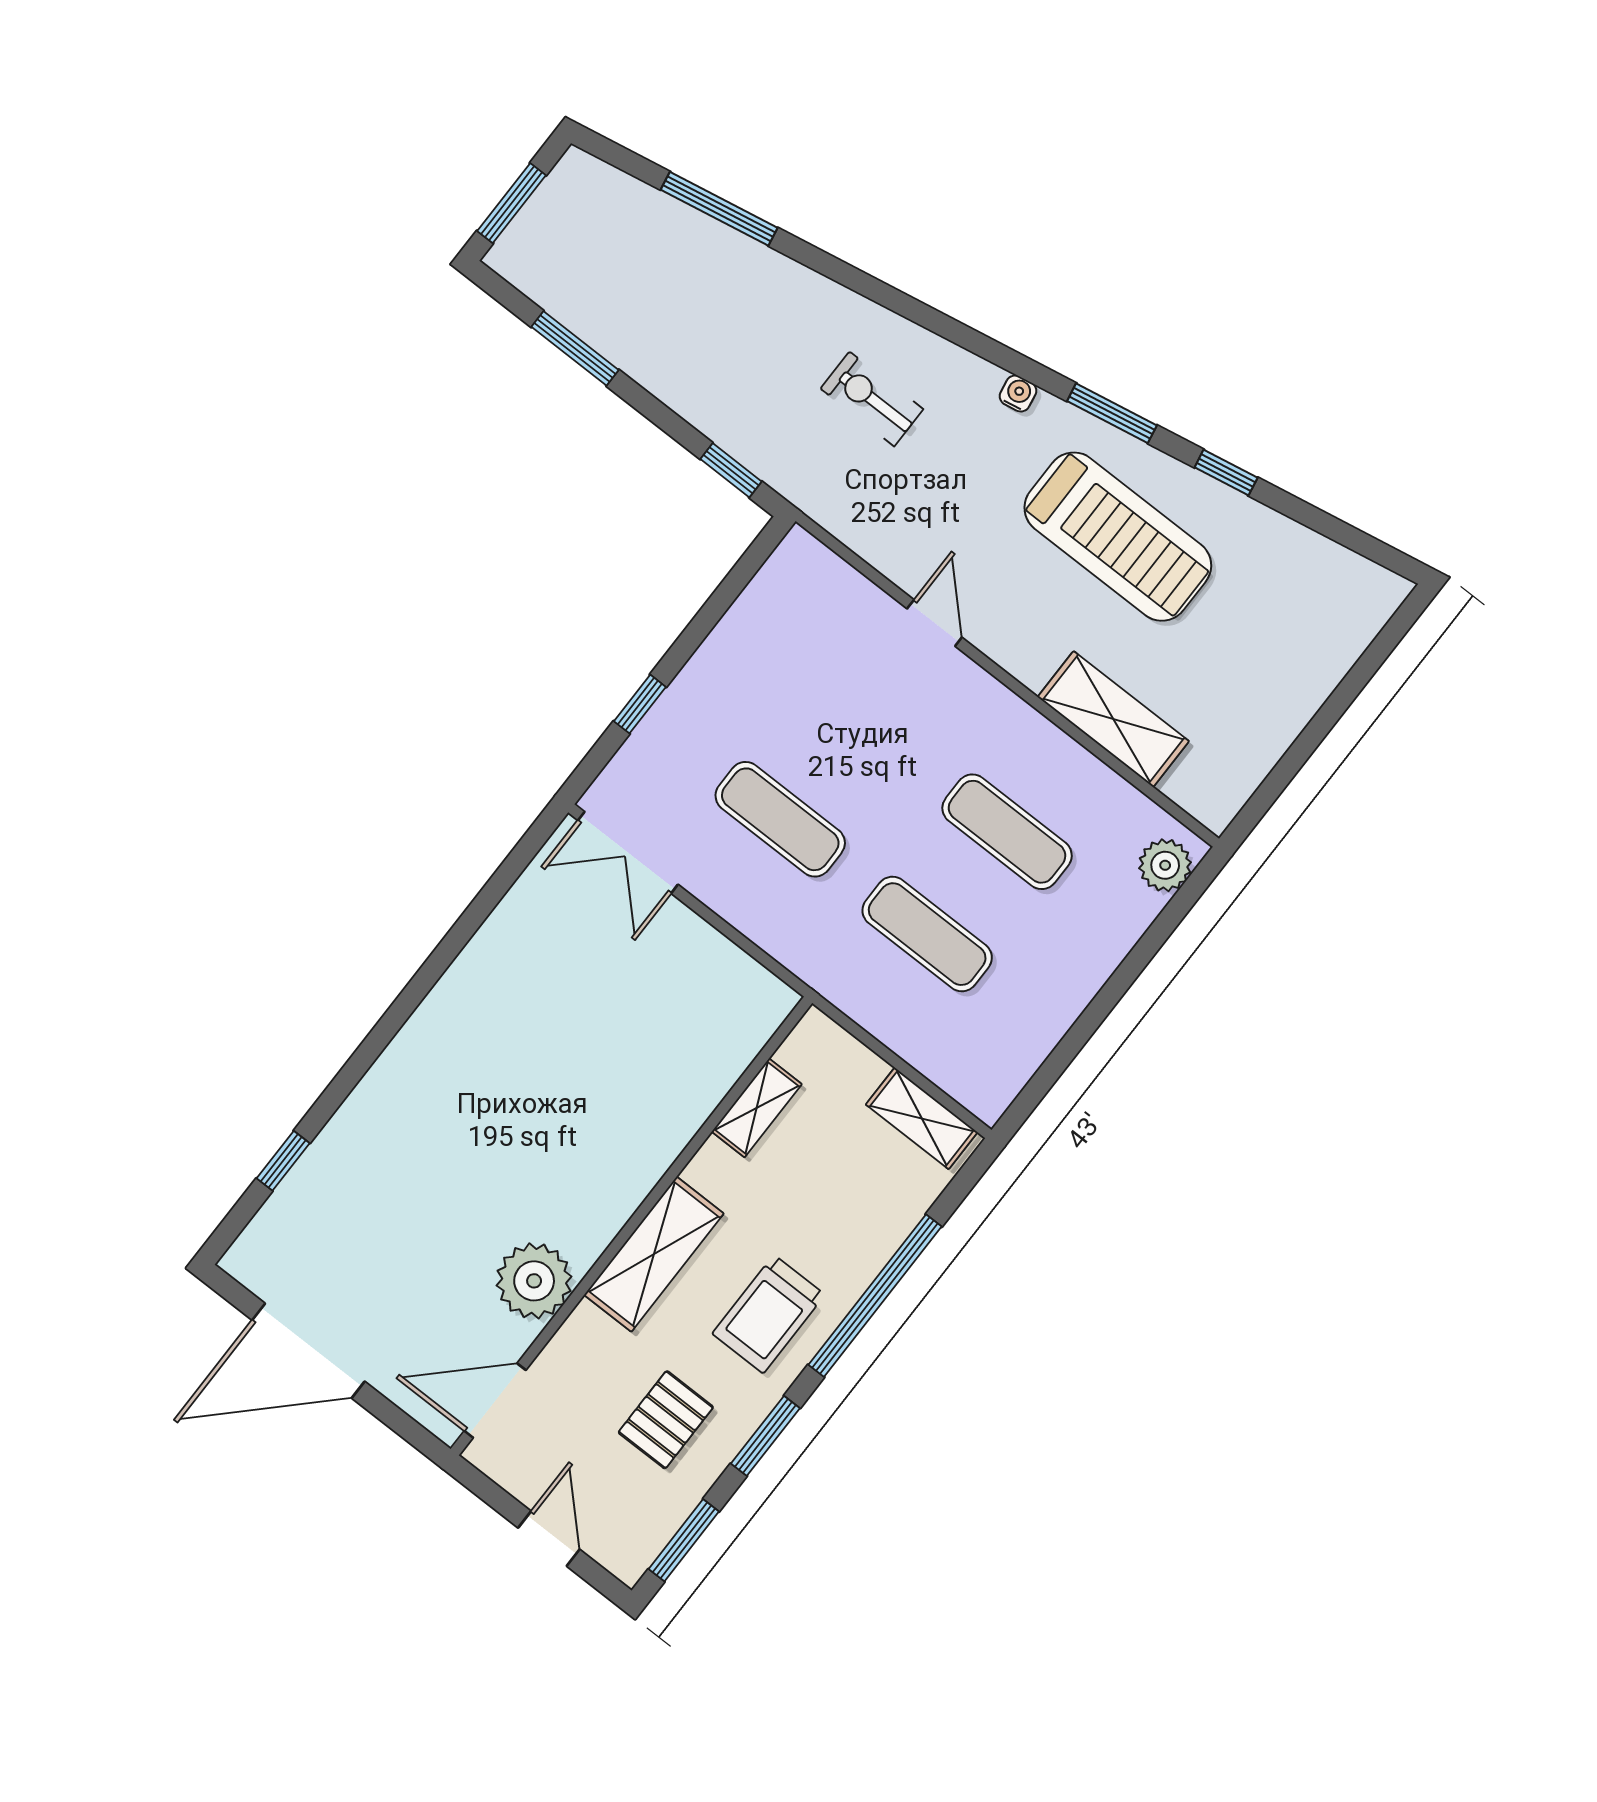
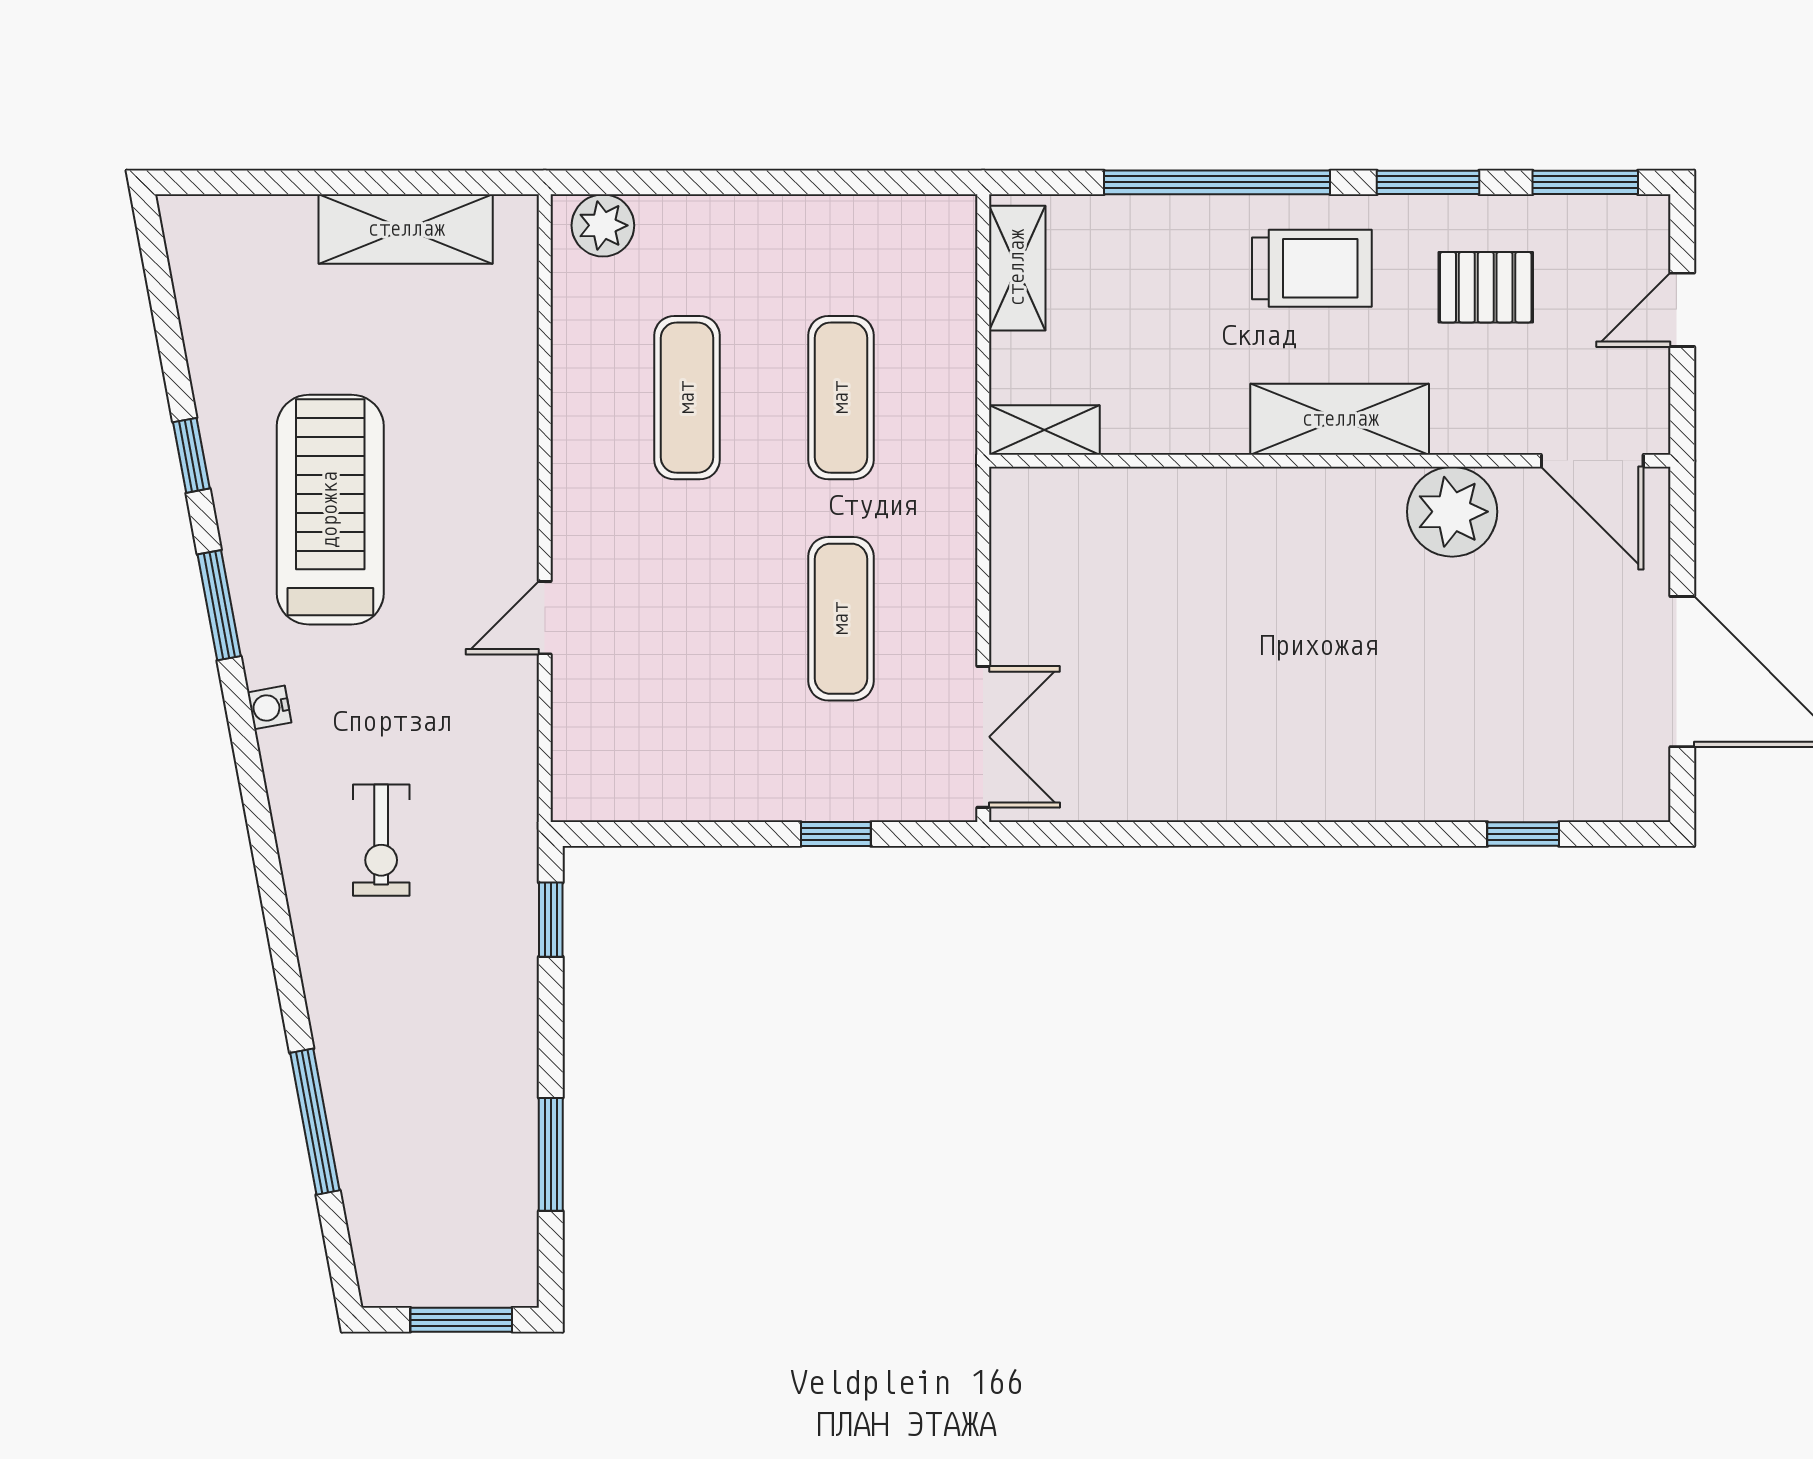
shelving: (1113, 719) -> (406, 229), moved, turned 90
shelving: (757, 1108) -> (1044, 430), moved

